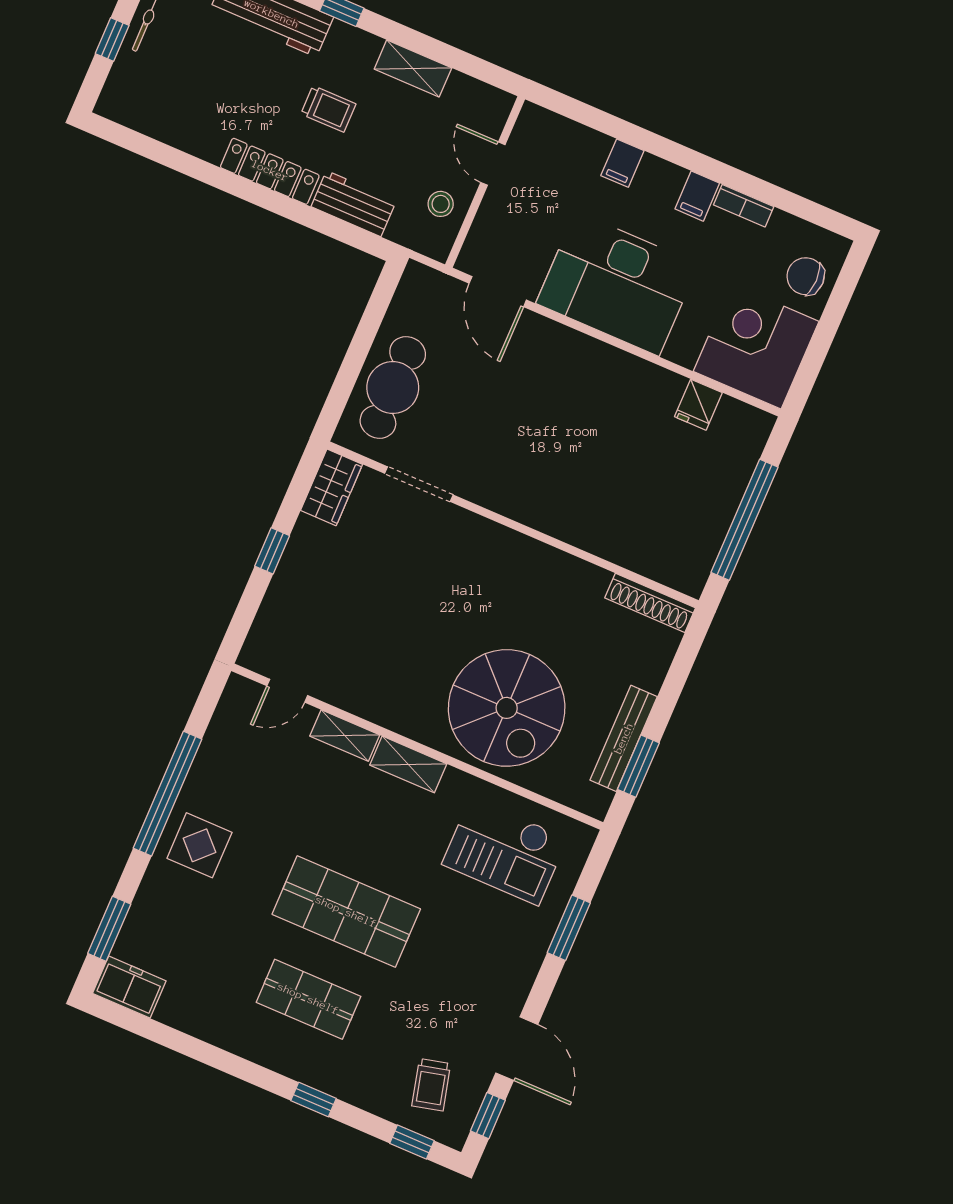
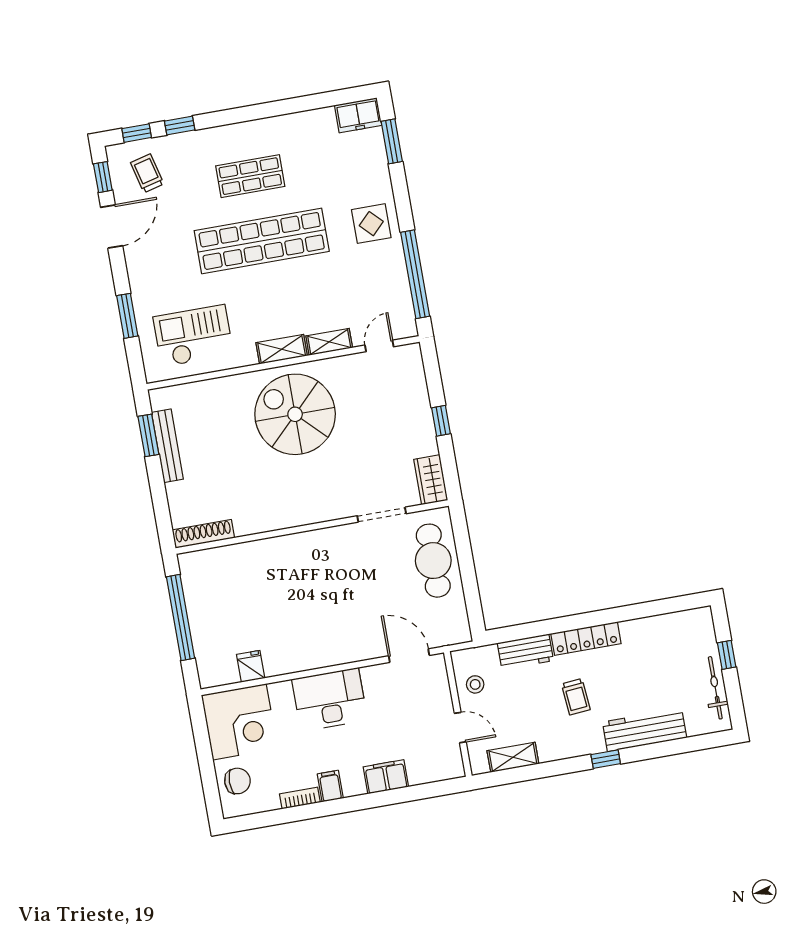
shelving: (413, 68) -> (513, 757), moved
trolley: (328, 109) -> (576, 697), turned -95
filing cabinet: (622, 163) -> (386, 777), width x2.00
desk: (617, 284) -> (330, 700), width x0.73, depth x0.77
spiral stairs: (507, 708) -> (295, 414), moved
window: (168, 794) -> (415, 274), moved
shop shelf: (346, 912) -> (262, 241), width x1.40
door: (517, 1049) -> (112, 227), swing flipped
window: (314, 1100) -> (180, 125), moved

